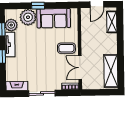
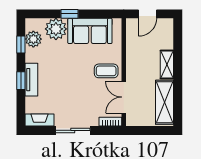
shelving: (112, 22) -> (167, 64), moved
tv unit: (10, 45) -> (31, 80), moved

